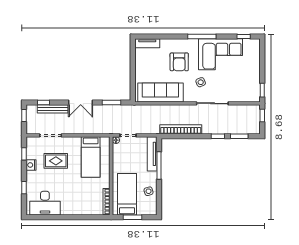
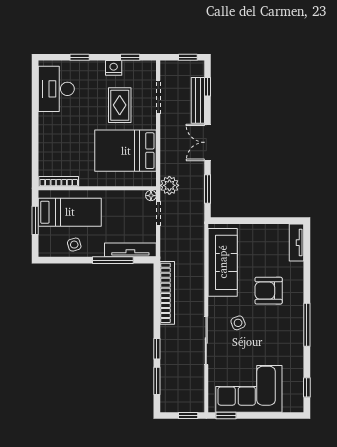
corner sofa: (221, 54) -> (249, 389), moved, turned 90
plant: (109, 128) -> (169, 185), added
bed: (91, 157) -> (126, 151), width x1.50

